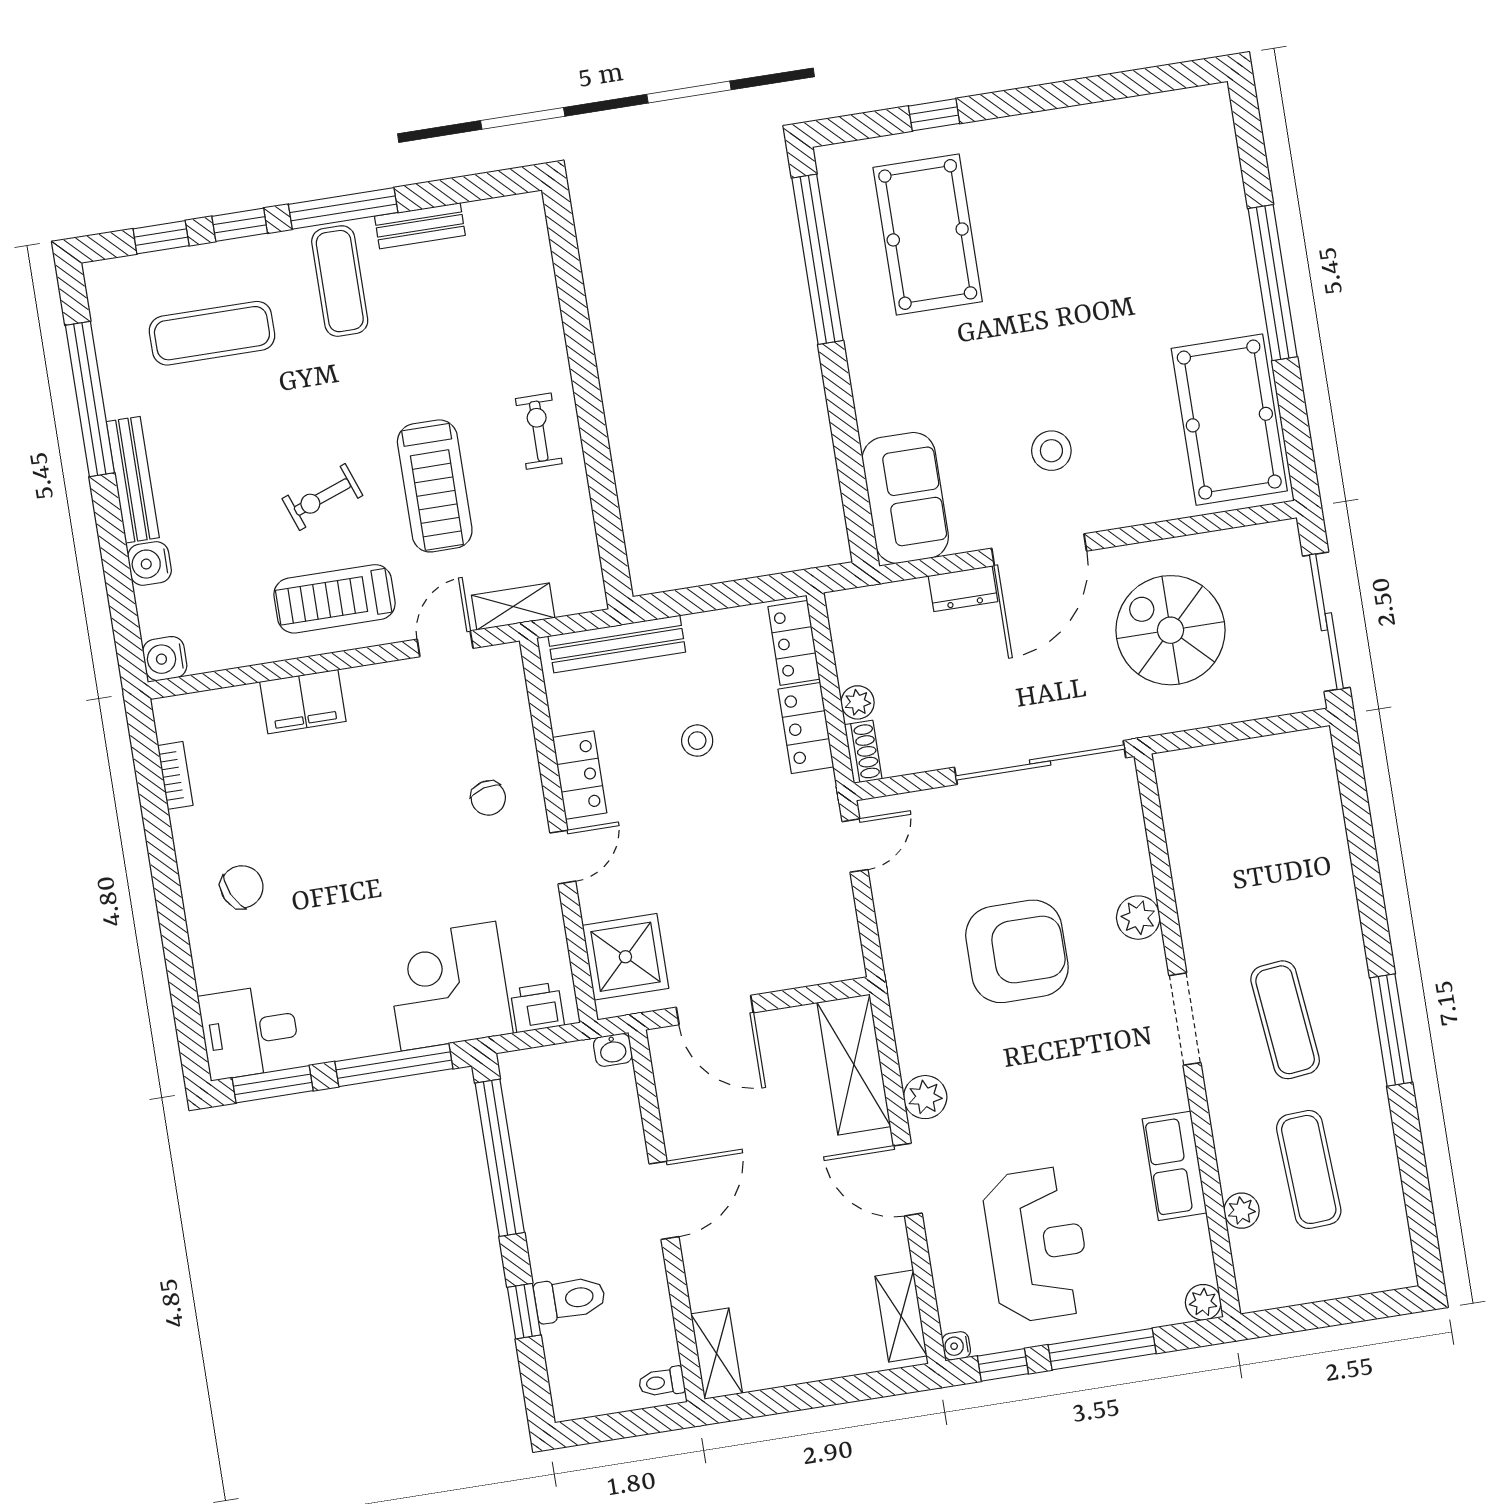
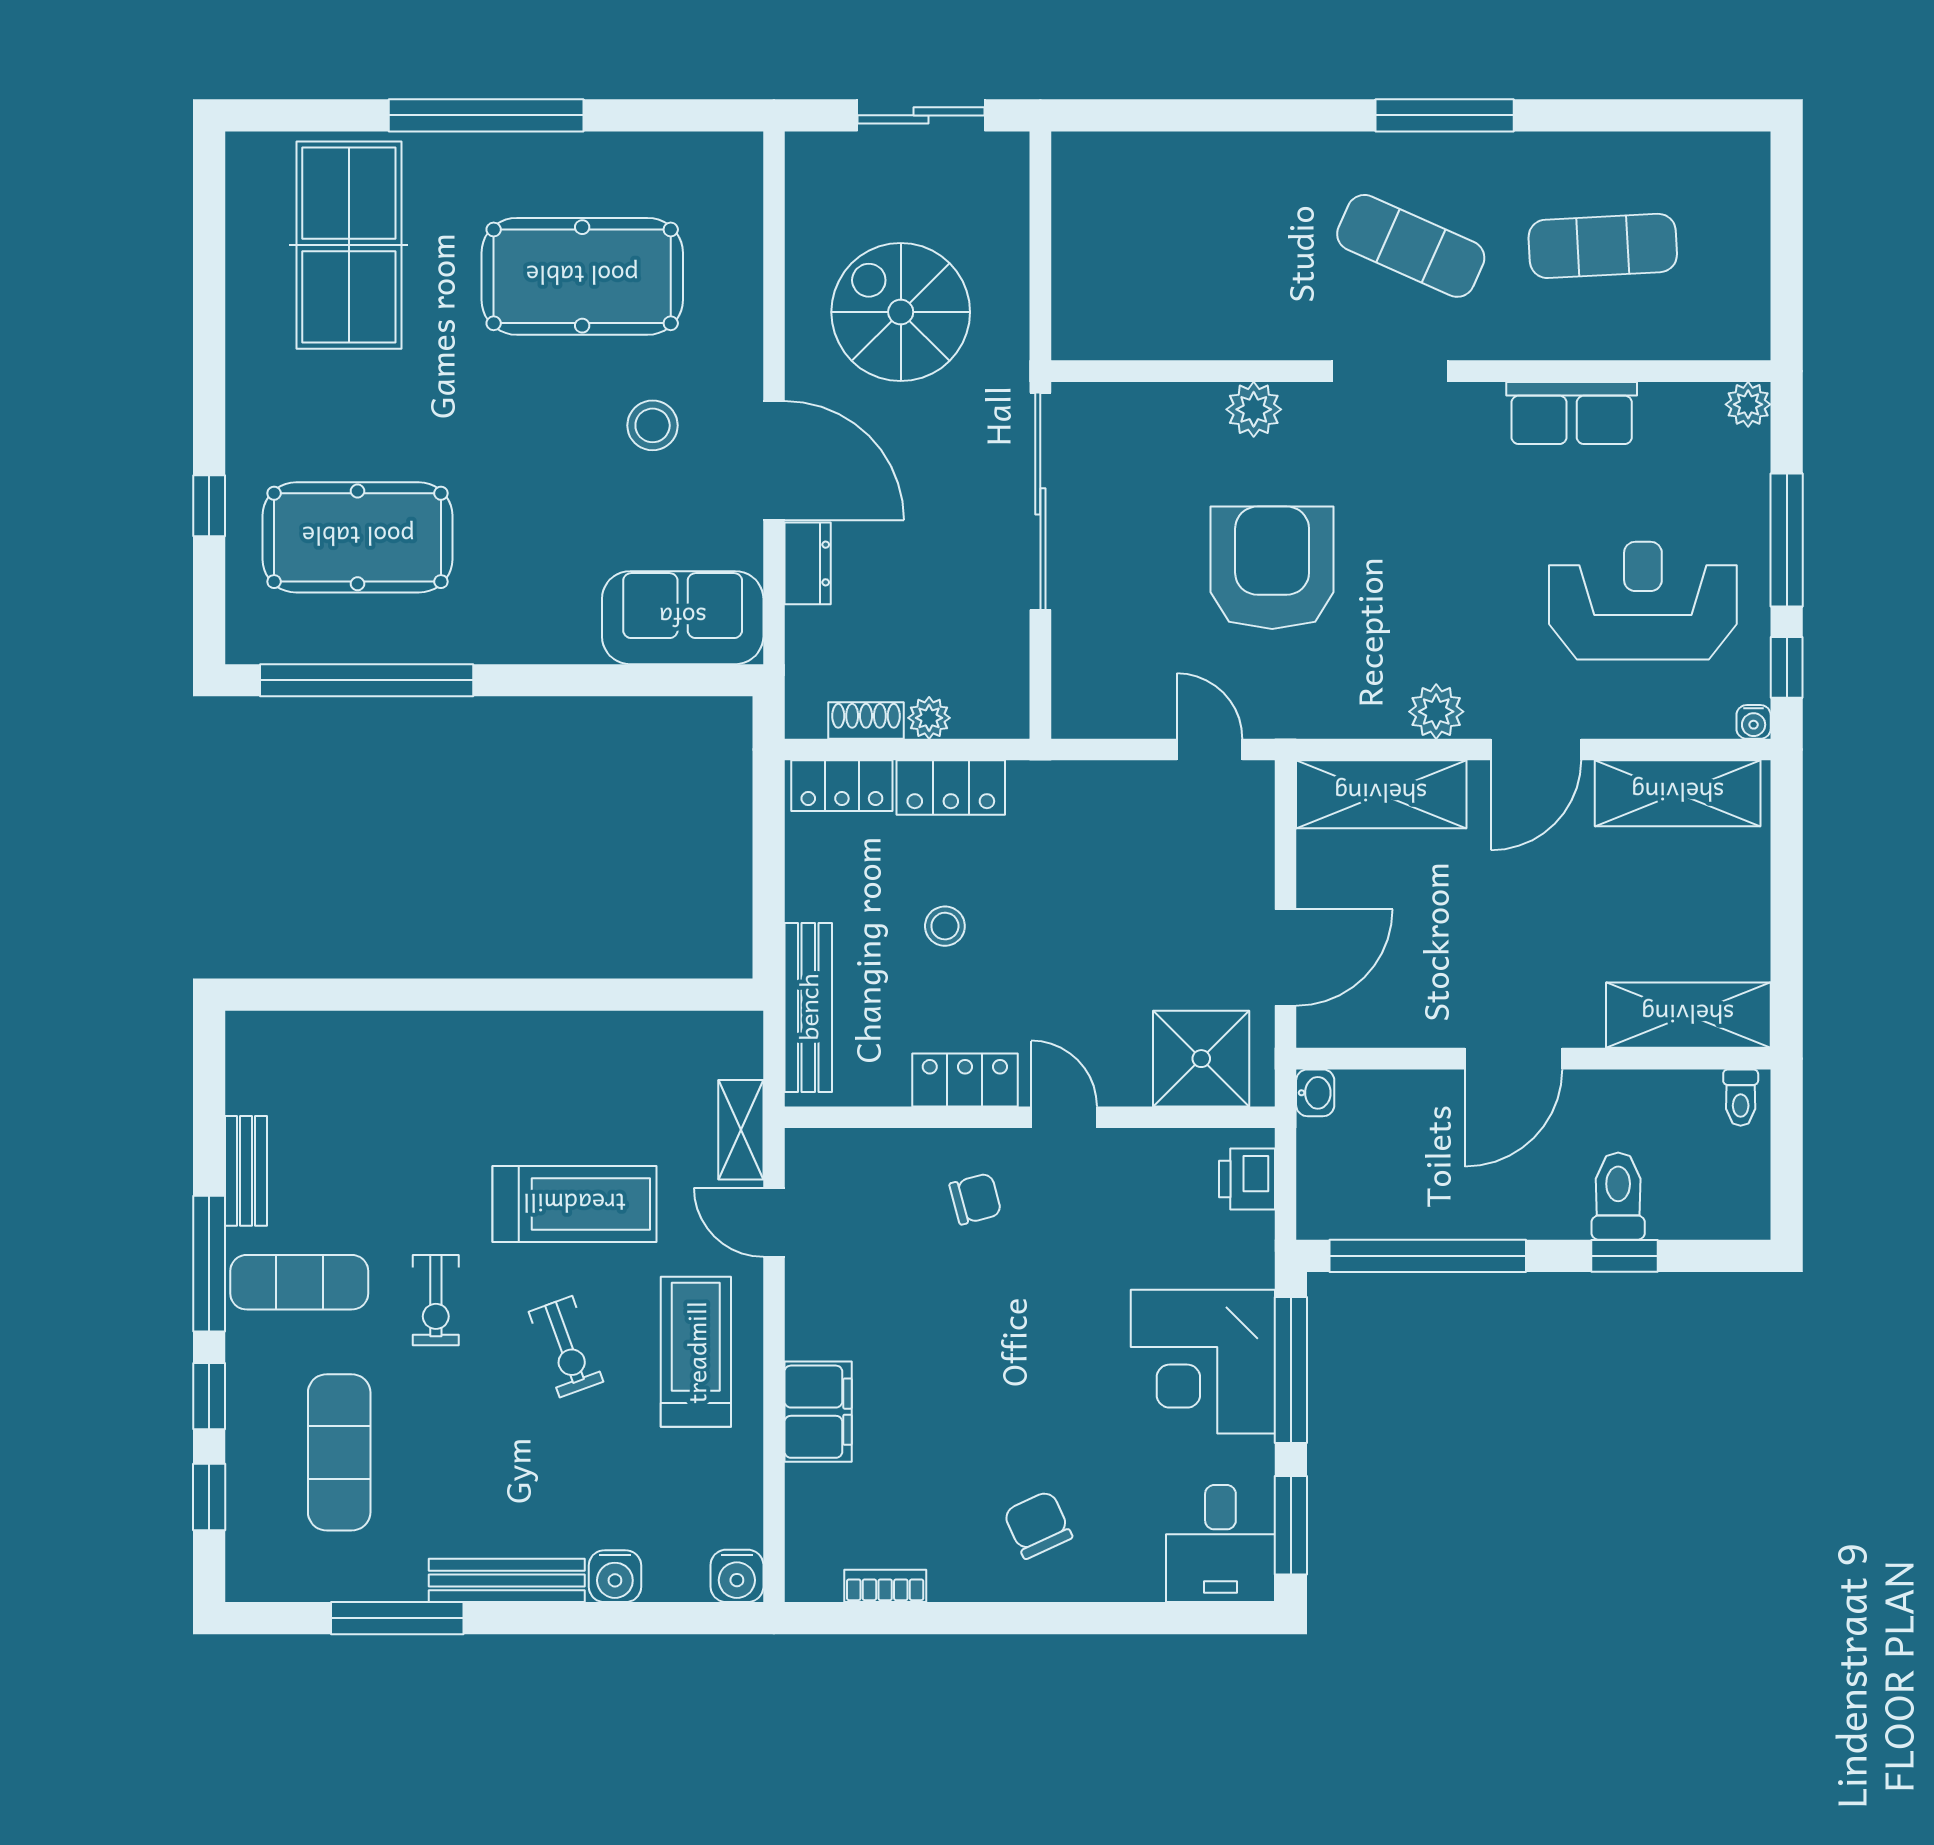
table tennis table: (1155, 192) -> (349, 245), added
window: (90, 399) -> (397, 1618), width x0.68
pool table: (1229, 420) -> (582, 276), moved
exercise bike: (539, 431) -> (436, 1300), moved, turned -90
treadmill: (334, 599) -> (696, 1352), turned 180
sliding door: (1326, 622) -> (921, 115), width x0.73
spiral stairs: (1171, 630) -> (901, 312), turned 90
shoe rack: (863, 752) -> (866, 721), moved
door: (855, 846) -> (1210, 750), moved
corner desk: (448, 986) -> (1203, 1362), moved
exercise mat: (1285, 1020) -> (1411, 246), turned 30
door: (664, 1200) -> (1514, 1059), swing flipped
plant: (1242, 1211) -> (1641, 338), removed
shelving: (901, 1316) -> (1678, 793), width x1.50, depth x1.33
shelving: (717, 1354) -> (1688, 1015), width x1.50, depth x1.33

